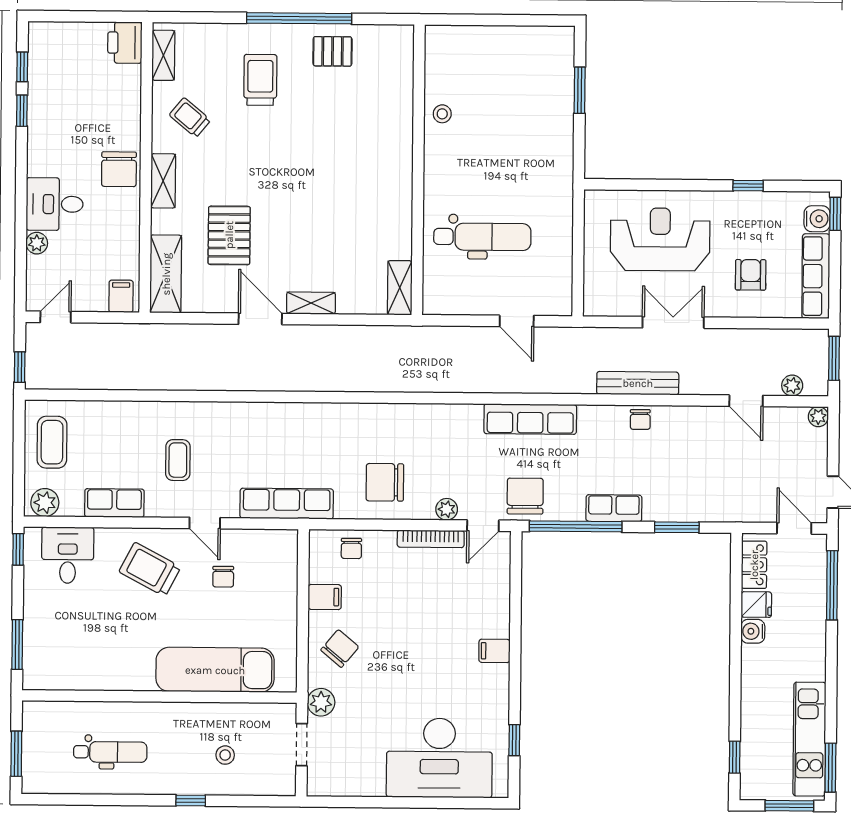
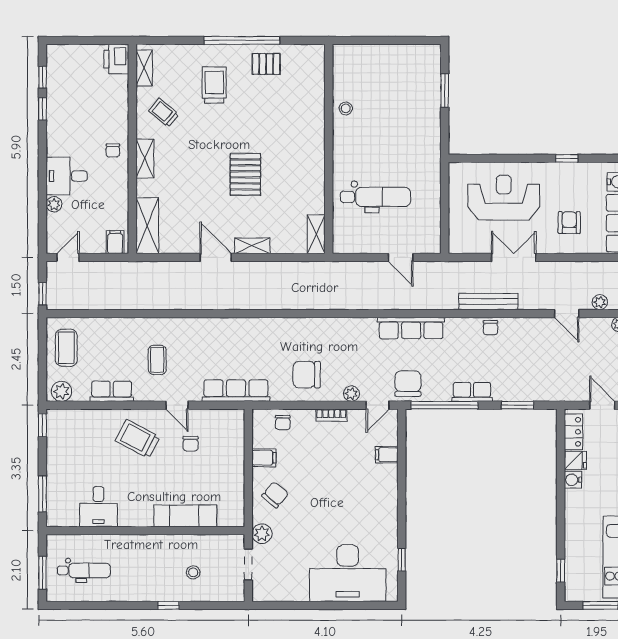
chair: (119, 169) -> (113, 150), width x0.54, depth x0.54
pallet: (229, 235) -> (245, 174), moved
bookcase: (431, 539) -> (331, 415), width x0.64
desk: (68, 555) -> (98, 507), moved, turned 180
filing cabinet: (494, 651) -> (387, 455), moved
exam couch: (215, 670) -> (185, 516), width x0.73, depth x0.69
dental chair: (110, 752) -> (84, 570), moved

